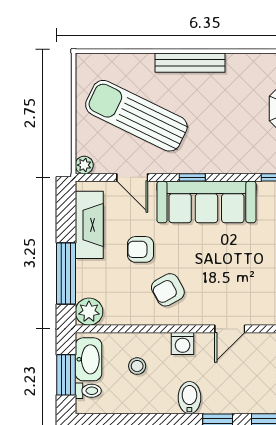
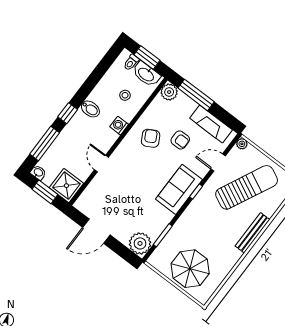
sofa: (206, 202) -> (179, 189), width x0.73
armchair: (141, 249) -> (180, 140), turned 90
door: (230, 329) -> (101, 164), moved

